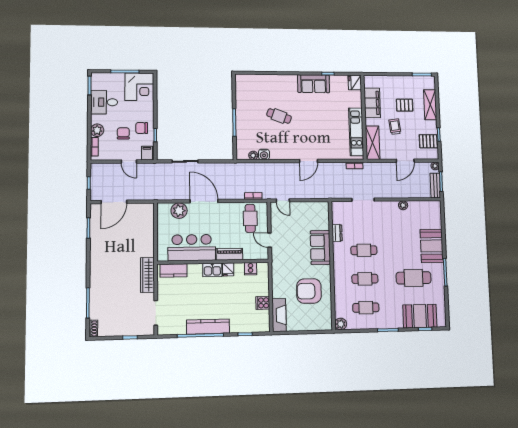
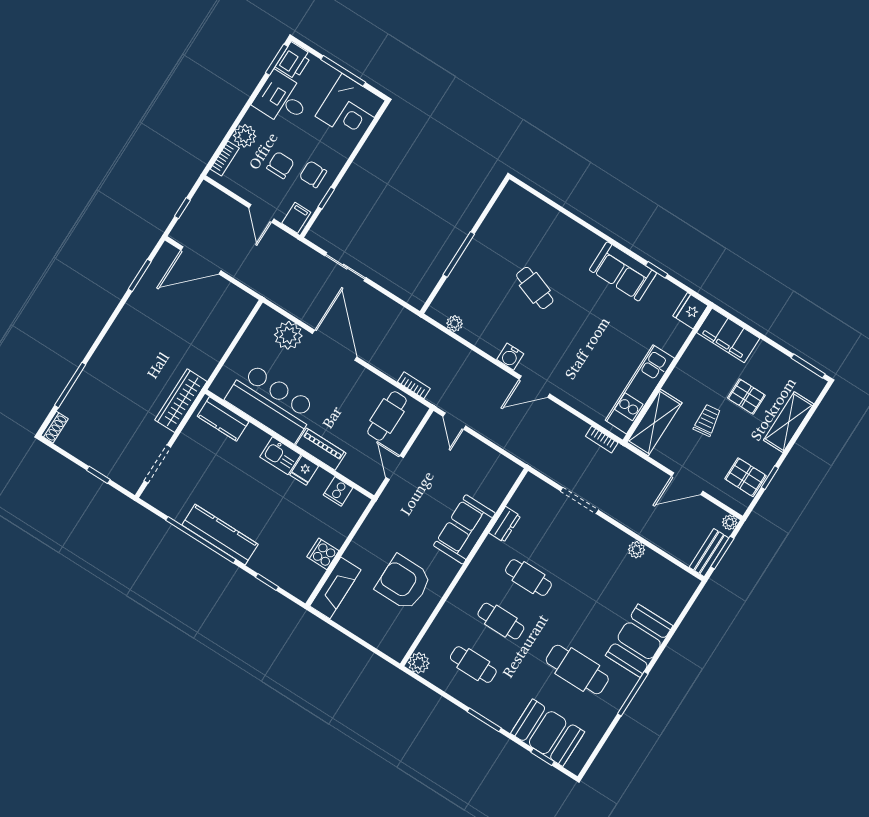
printer: (98, 81) -> (294, 61), added
filing cabinet: (372, 103) -> (728, 335), moved, turned 90
water cooler: (264, 154) -> (510, 357), moved

